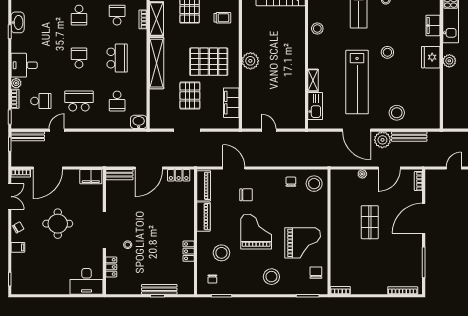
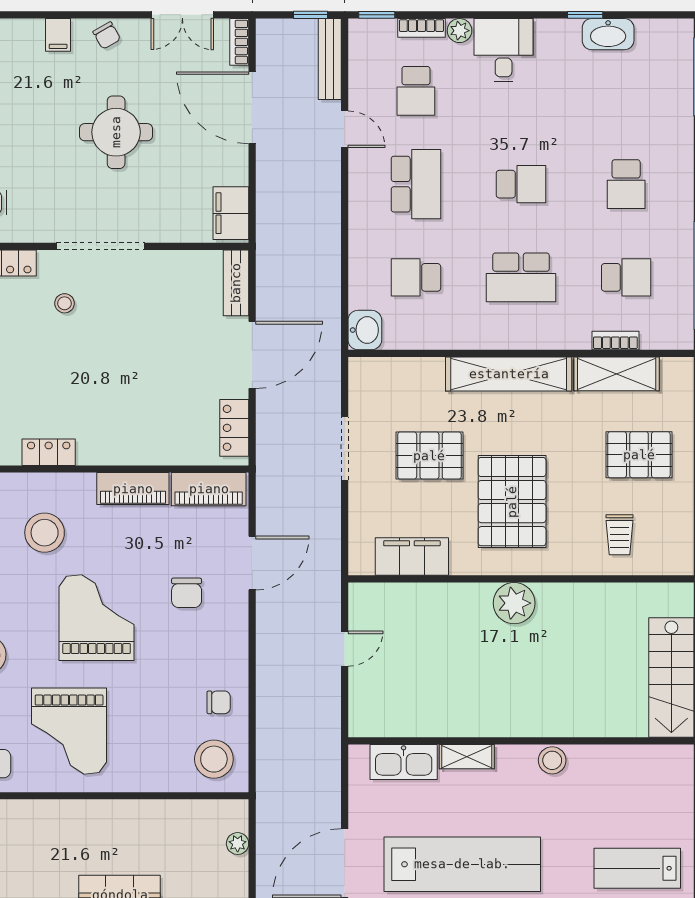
school desk: (79, 15) -> (626, 184), turned -90
stool: (317, 29) -> (552, 760), moved
lab bench: (357, 82) -> (462, 864), turned 180
door: (149, 168) -> (252, 355), swing flipped
plant: (362, 174) -> (238, 844), moved
grand piano: (256, 232) -> (97, 618), turned -90

